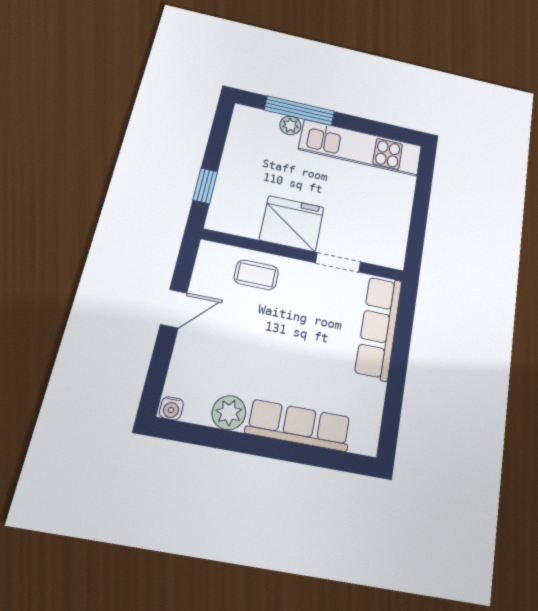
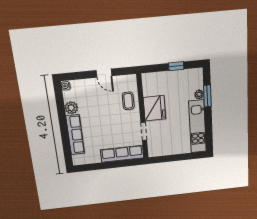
window: (299, 111) -> (207, 96), width x0.69
window: (205, 186) -> (176, 66), moved

